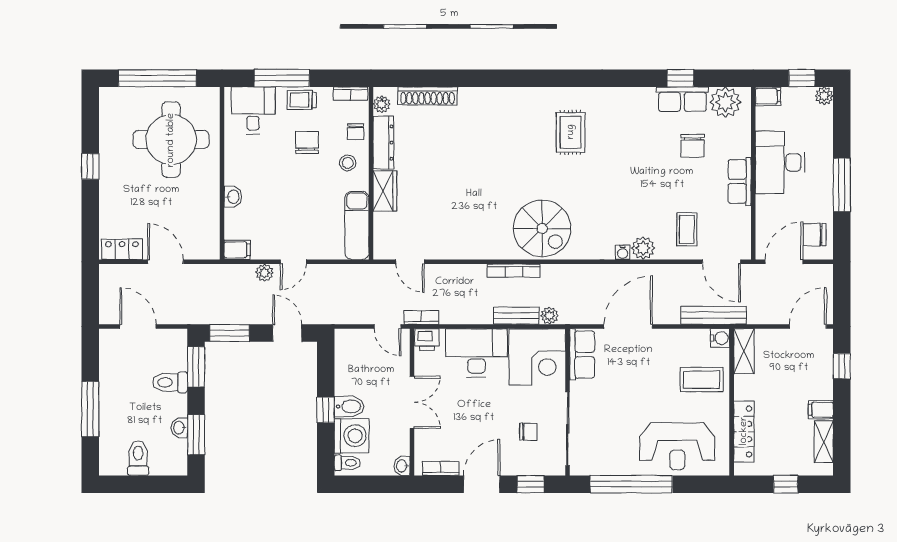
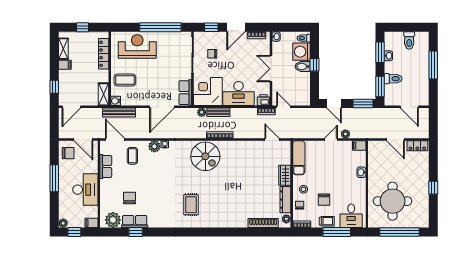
row of seats: (740, 181) -> (106, 167), moved
spiral stairs: (542, 228) -> (205, 156), turned 180
door: (784, 262) -> (83, 139), hinge flipped

